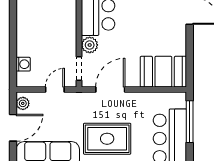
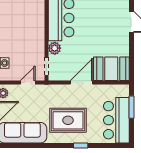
door: (110, 90) -> (81, 82), moved
window: (190, 122) -> (131, 107), width x0.69

